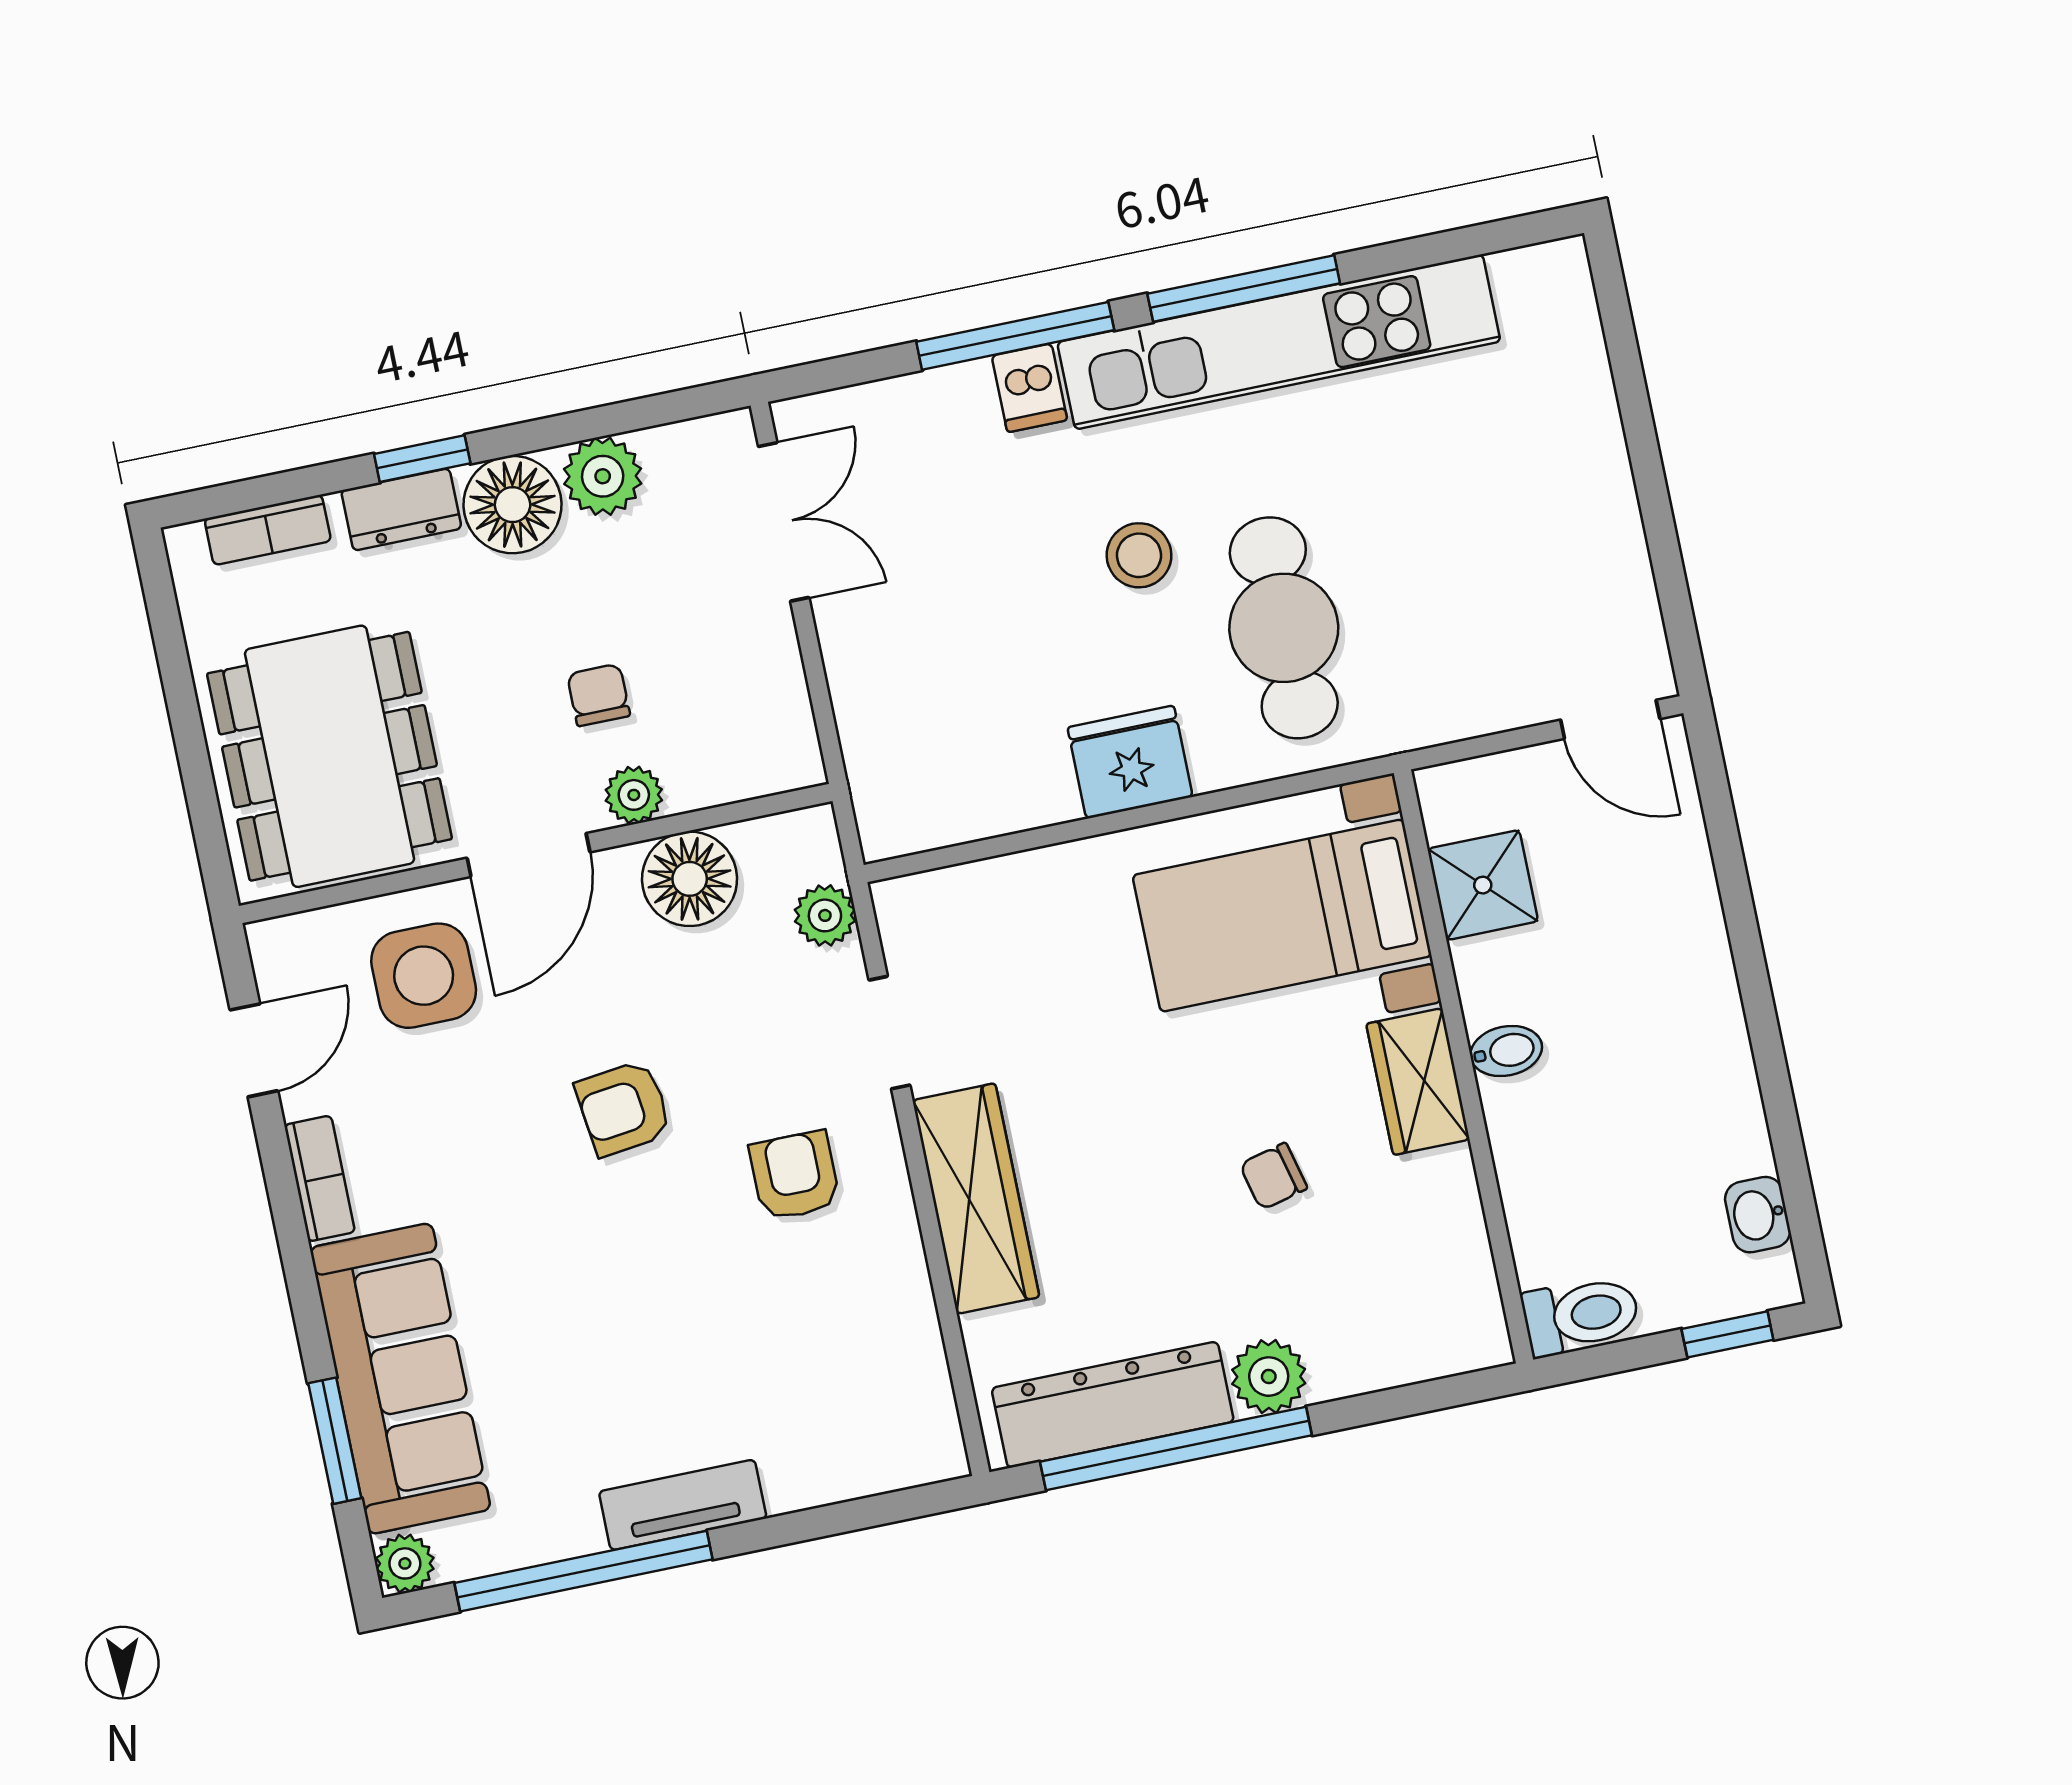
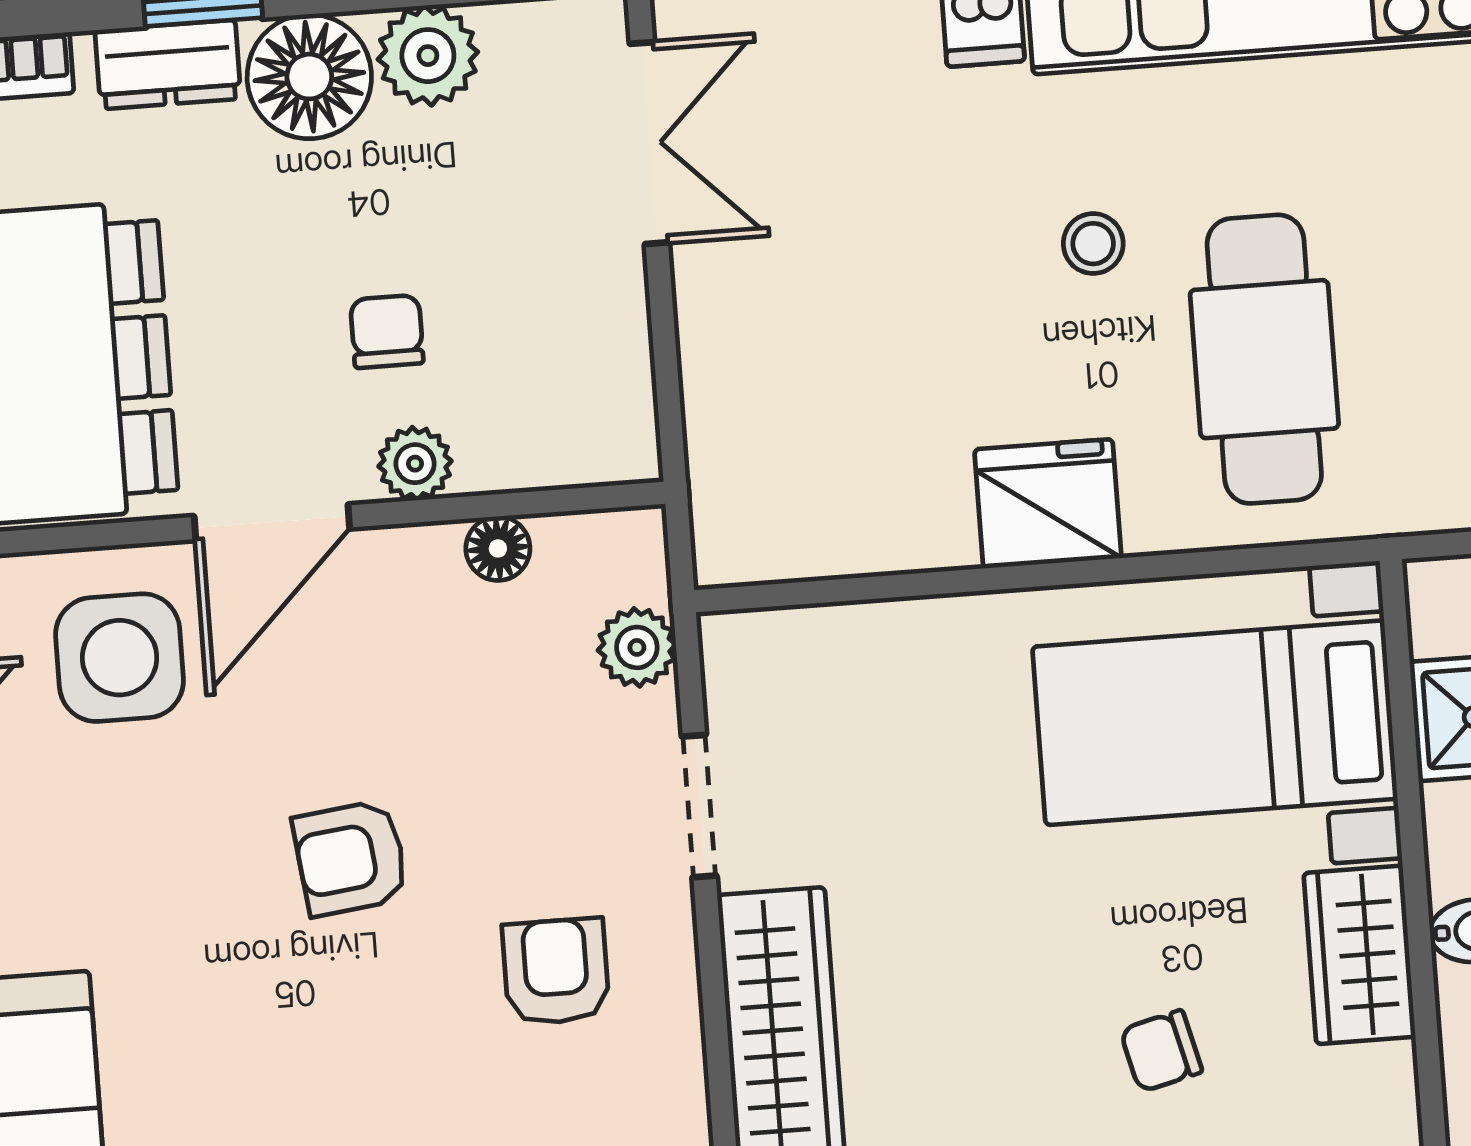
stool: (1139, 555) -> (1093, 244), width x0.73, depth x0.73
floor lamp: (690, 879) -> (498, 548), width x0.53, depth x0.53

